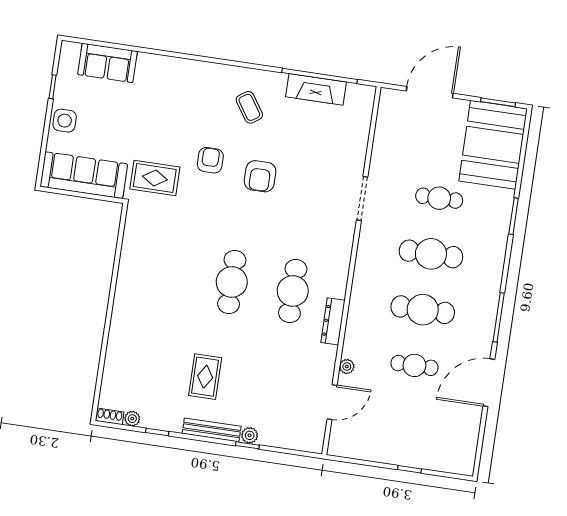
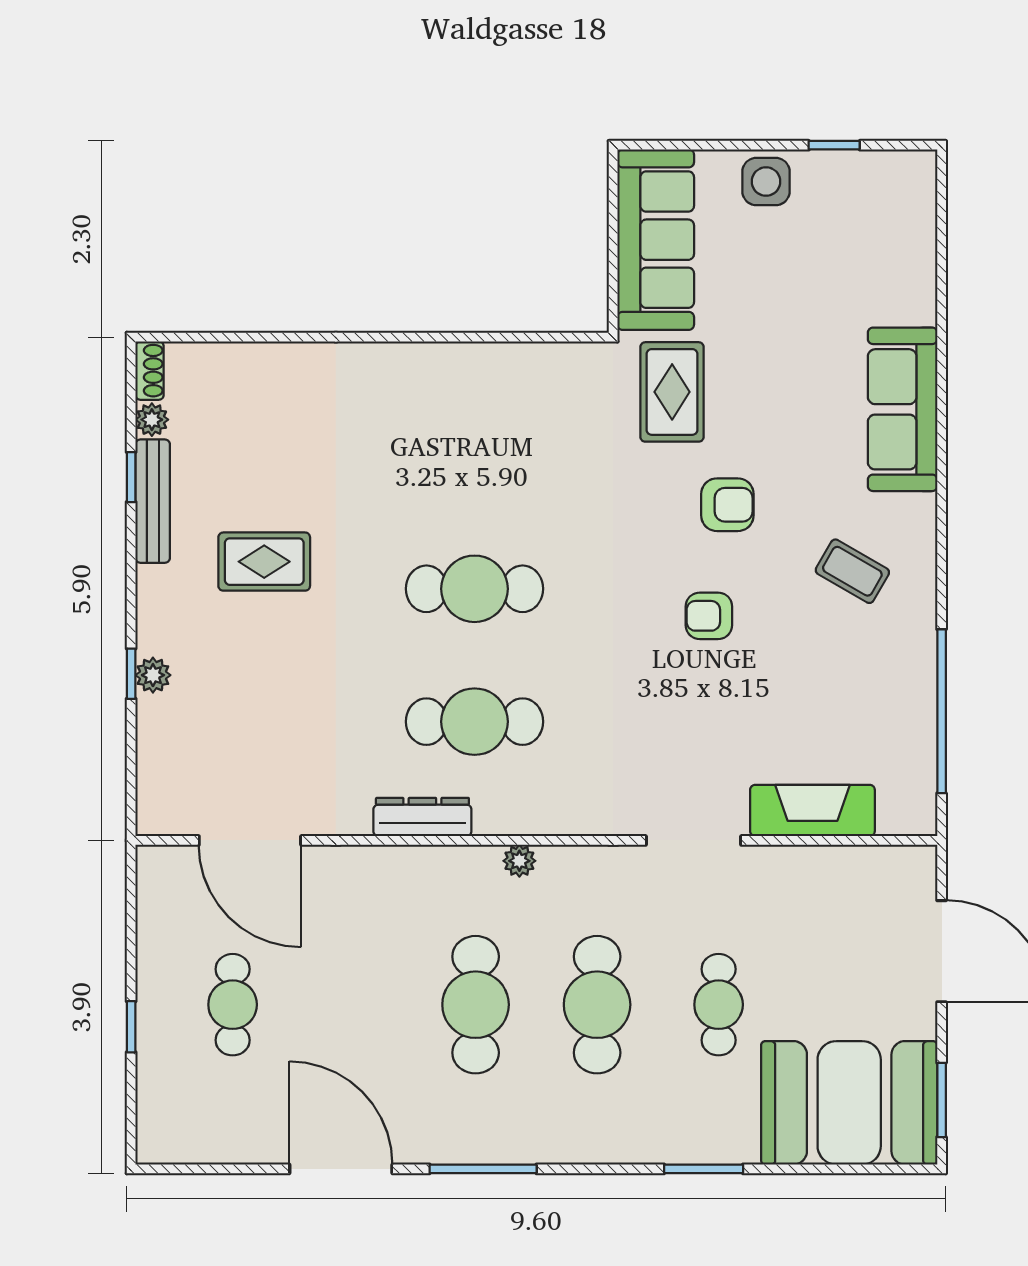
sofa: (108, 63) -> (903, 409), moved, width x1.36
fireplace: (316, 89) -> (812, 811), moved, turned 90
coffee table: (249, 107) -> (852, 571), turned 64
armchair: (260, 176) -> (709, 616), width x0.72, depth x0.72
cafe table: (414, 365) -> (233, 1005), moved
plant: (347, 367) -> (519, 861), moved
door: (332, 402) -> (250, 840), width x1.36
bench: (212, 430) -> (153, 501), moved

